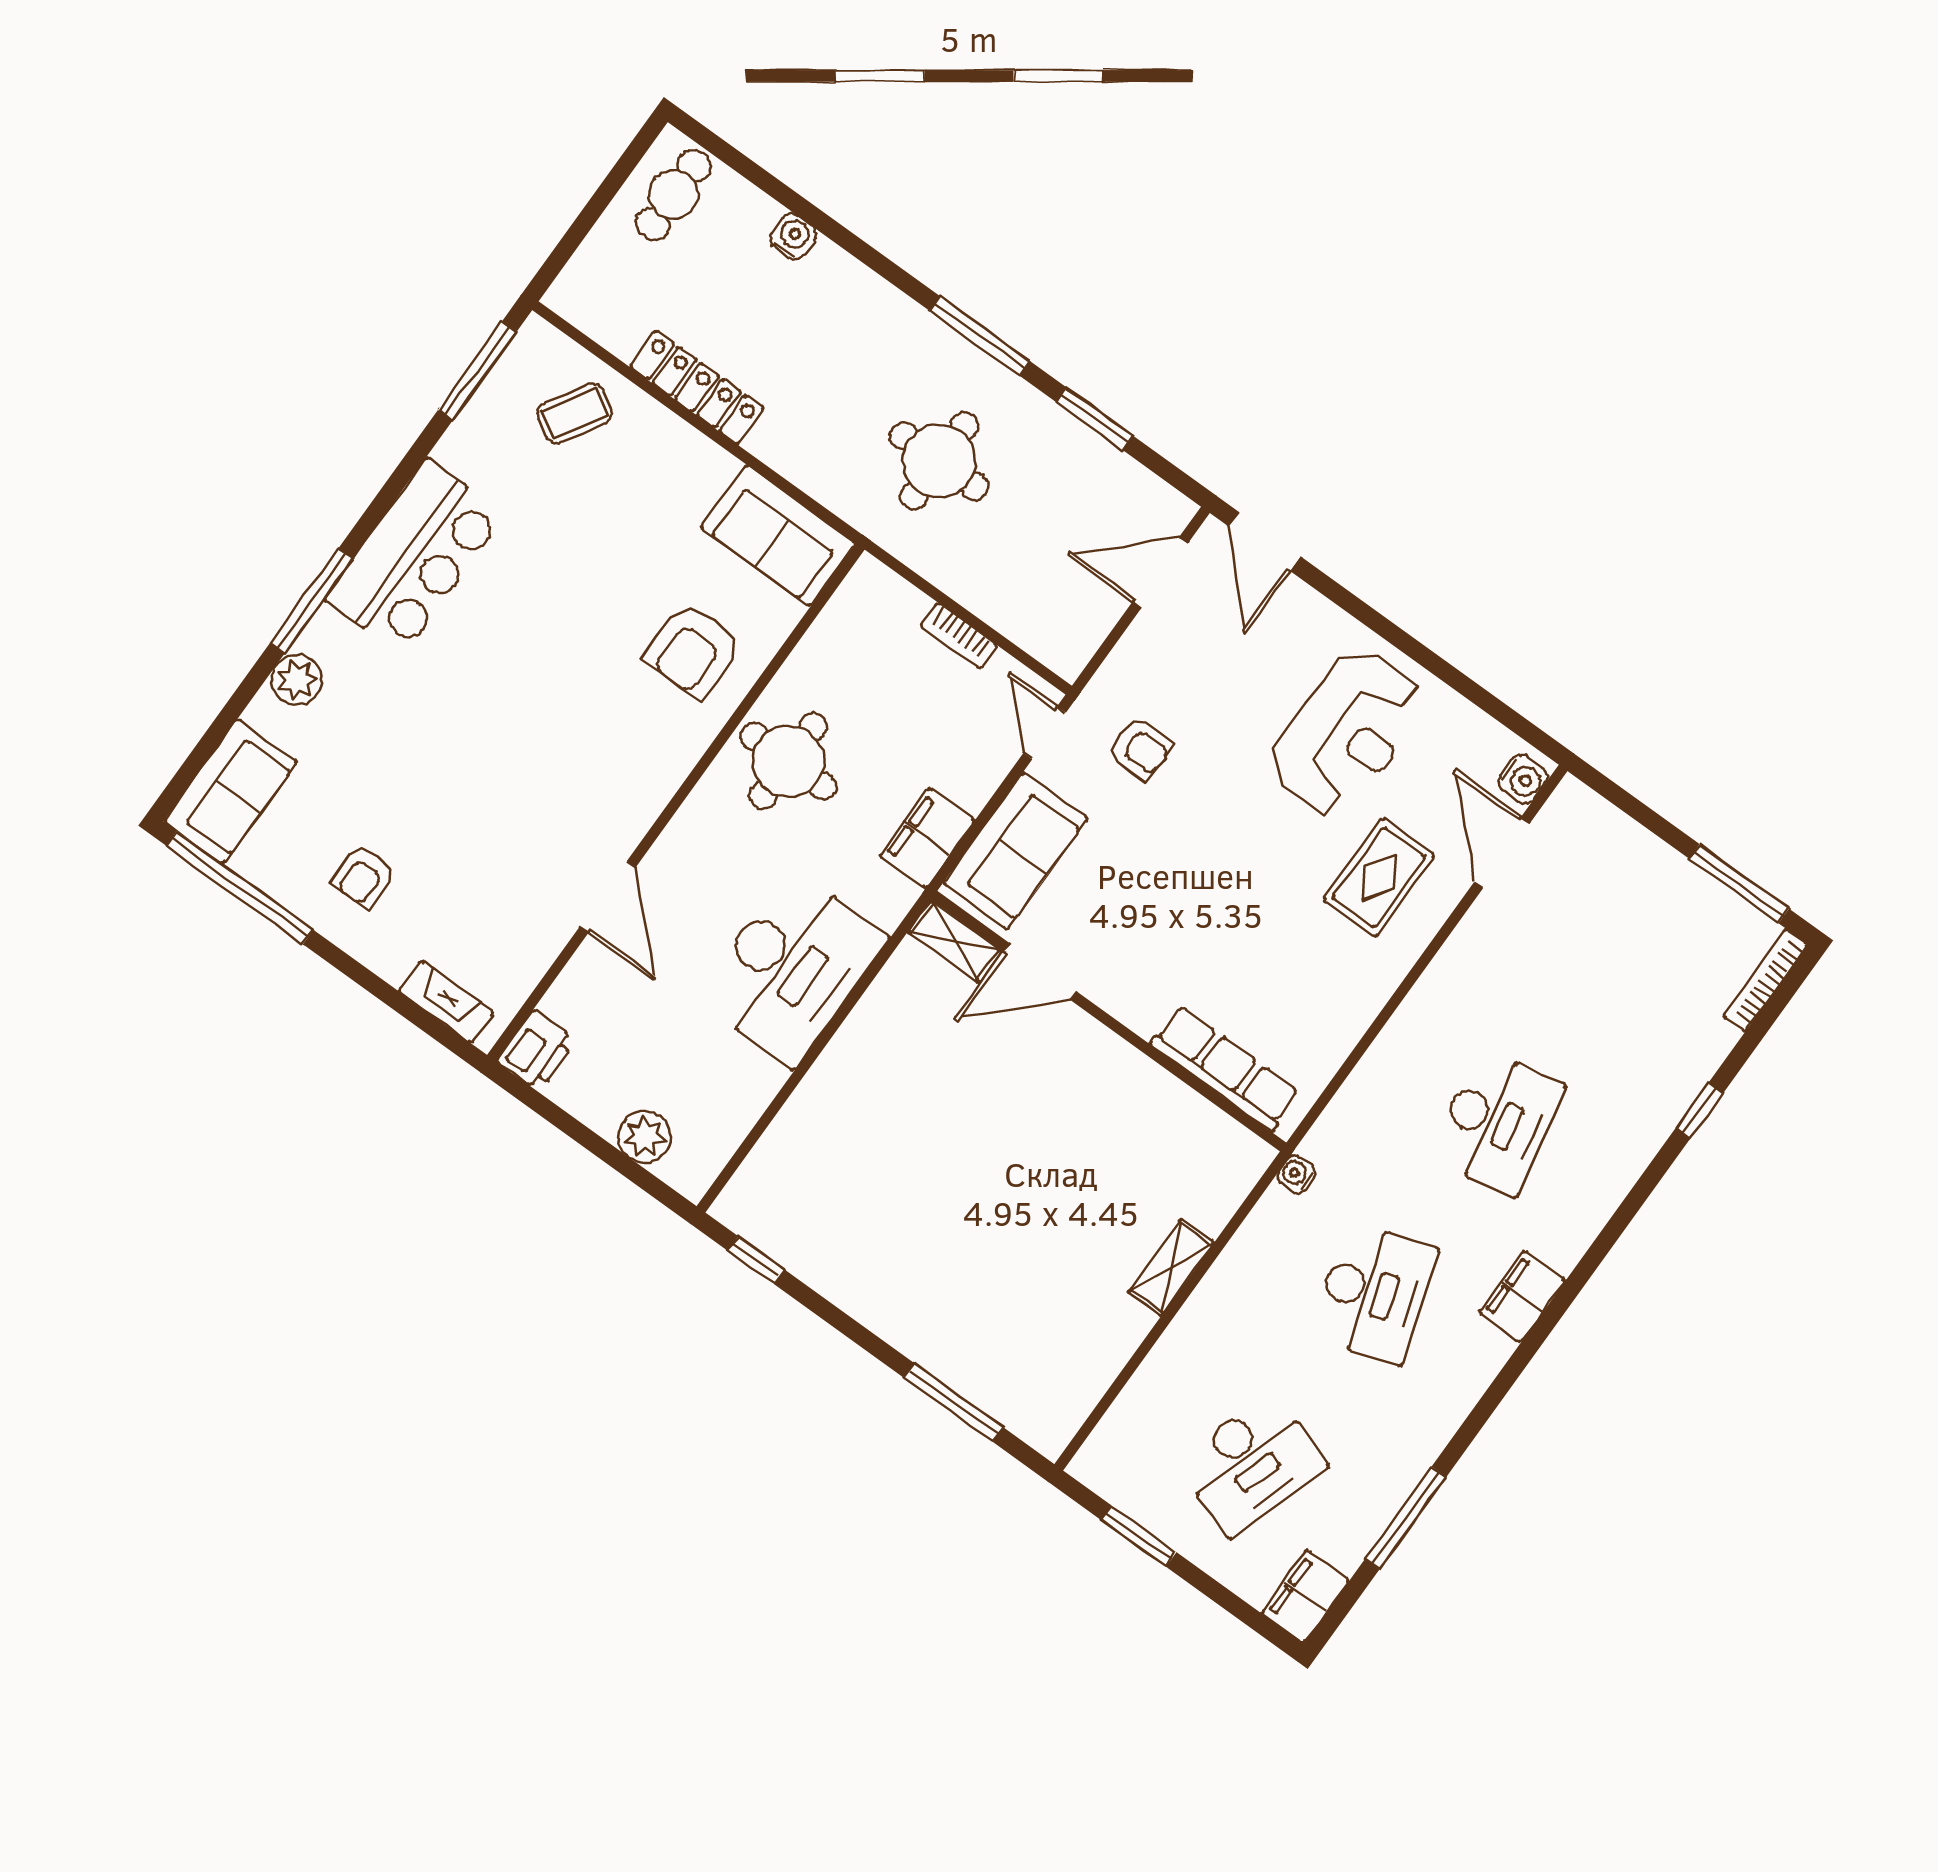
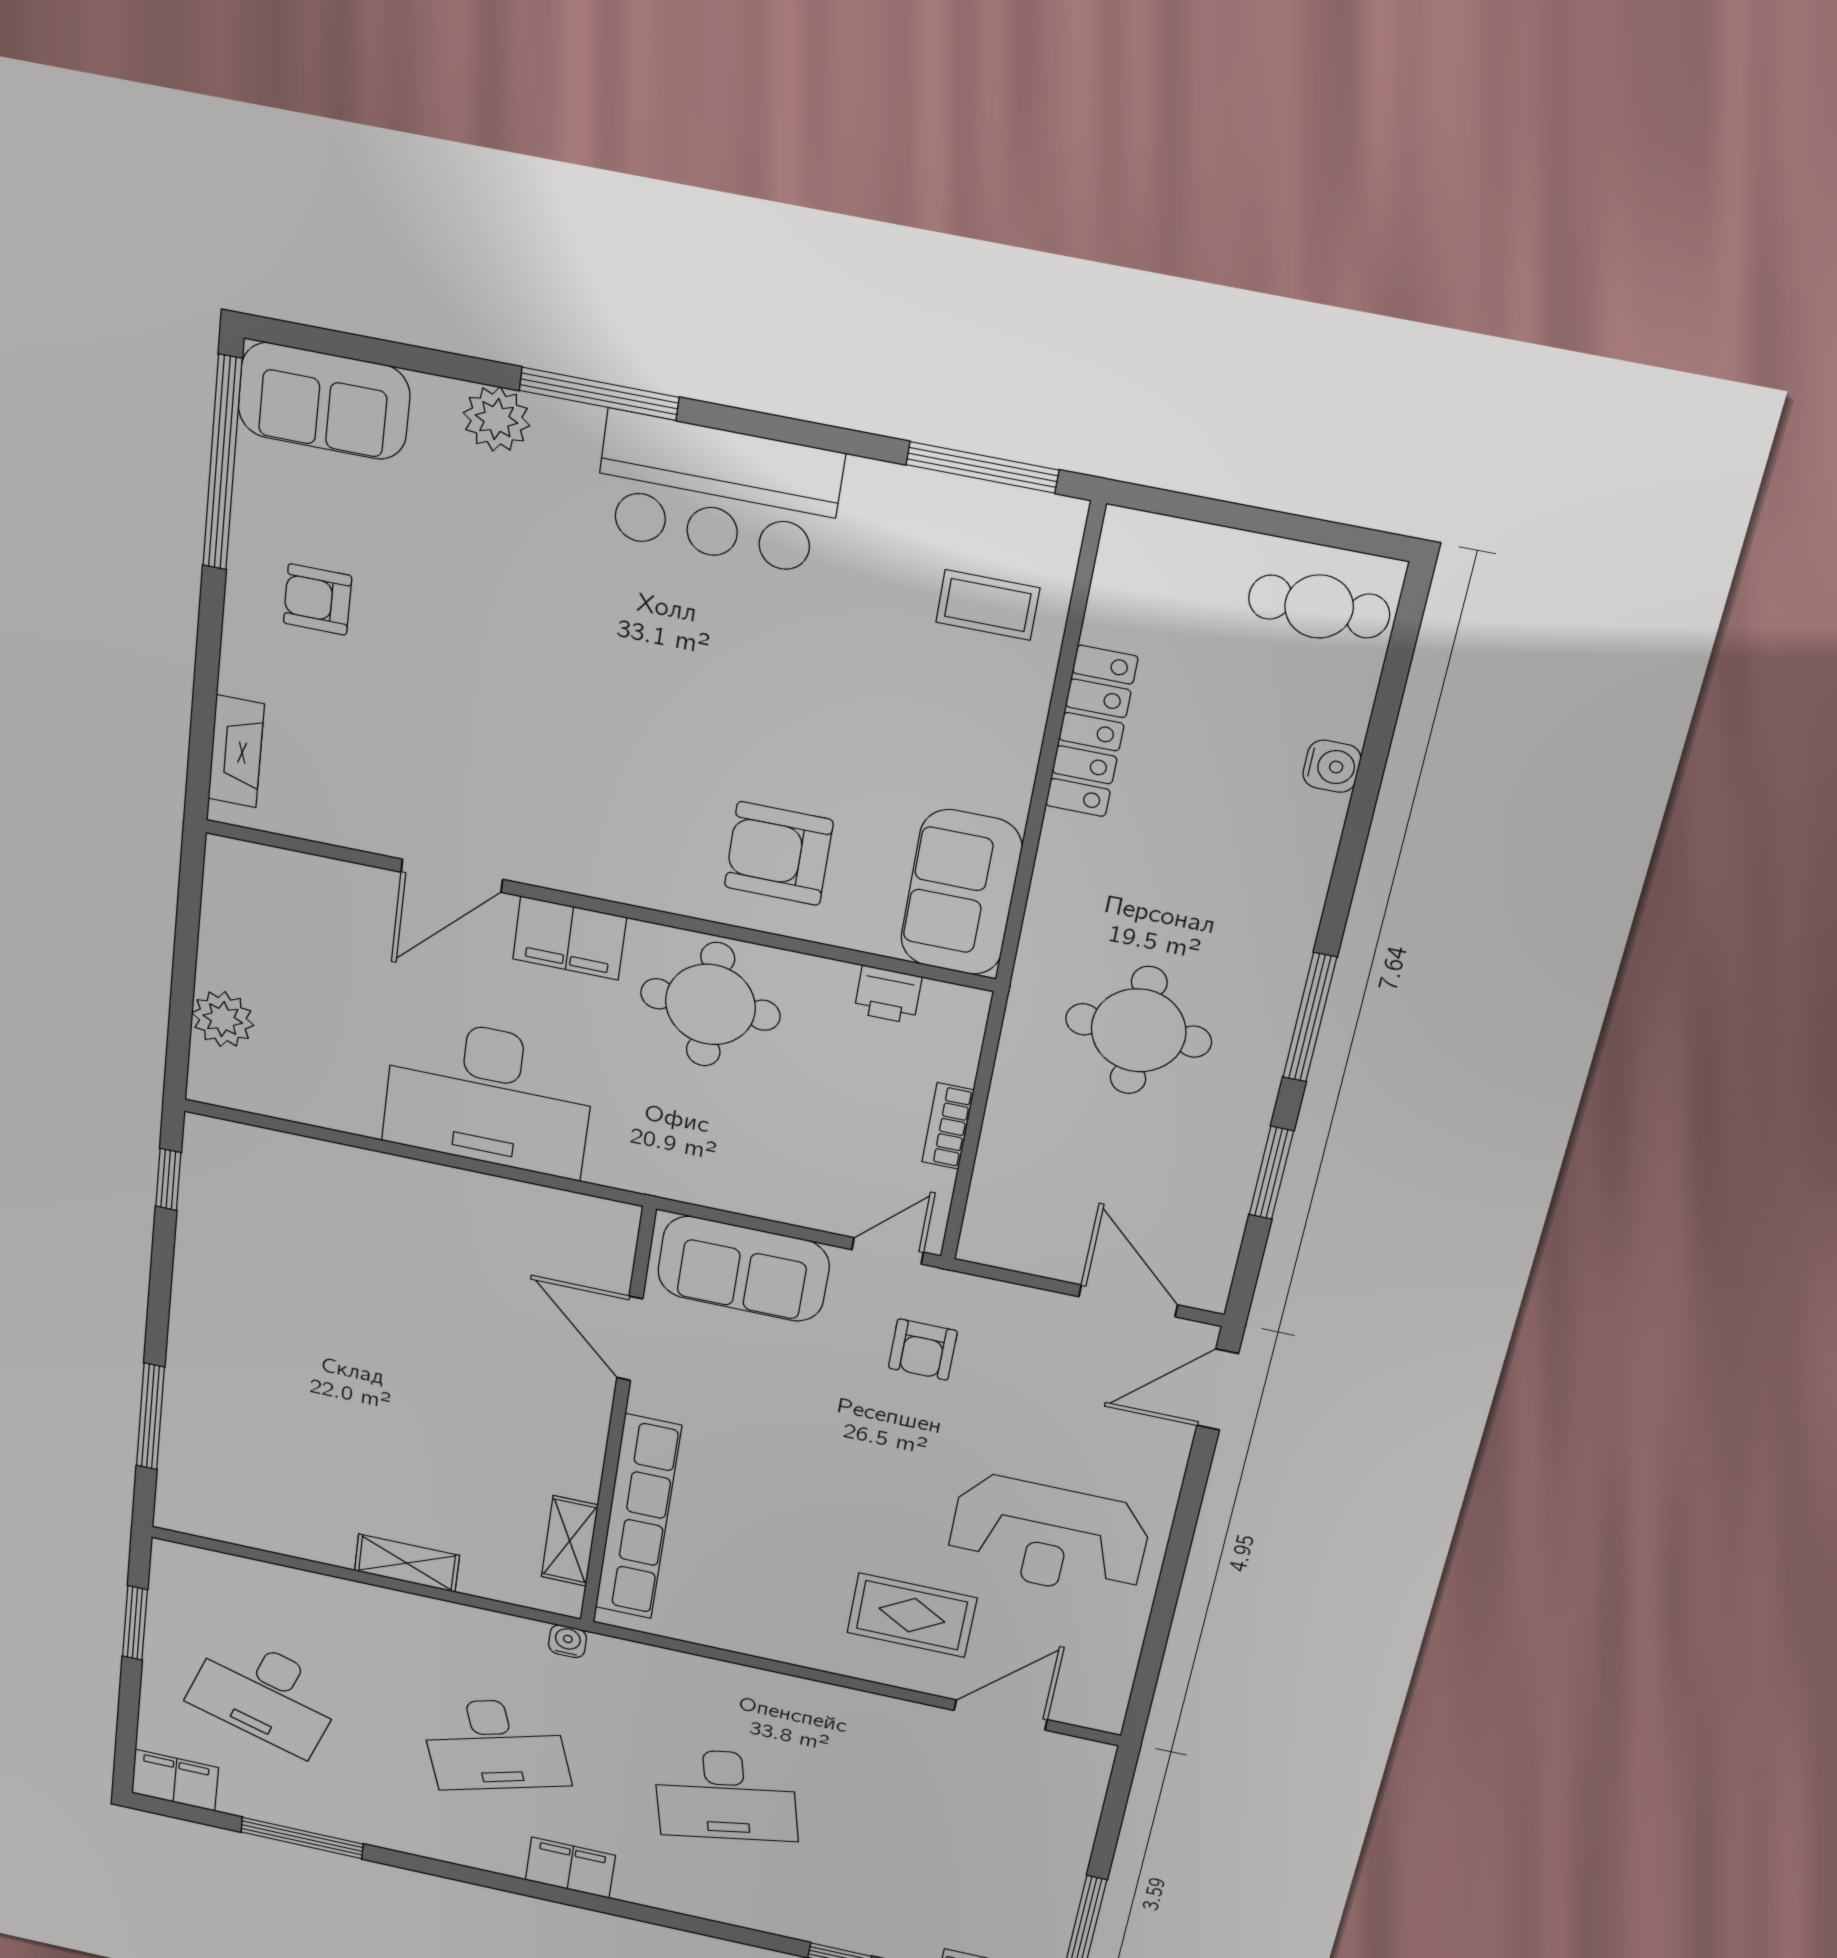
coffee table: (575, 414) -> (988, 605), turned -31
water cooler: (1523, 779) -> (1088, 1709), removed
filing cabinet: (927, 838) -> (570, 938), moved, turned 180
shelving: (955, 941) -> (570, 1541), moved
printer: (536, 1051) -> (888, 995), moved, width x0.73, depth x0.81
row of seats: (1225, 1068) -> (638, 1517), width x1.36

